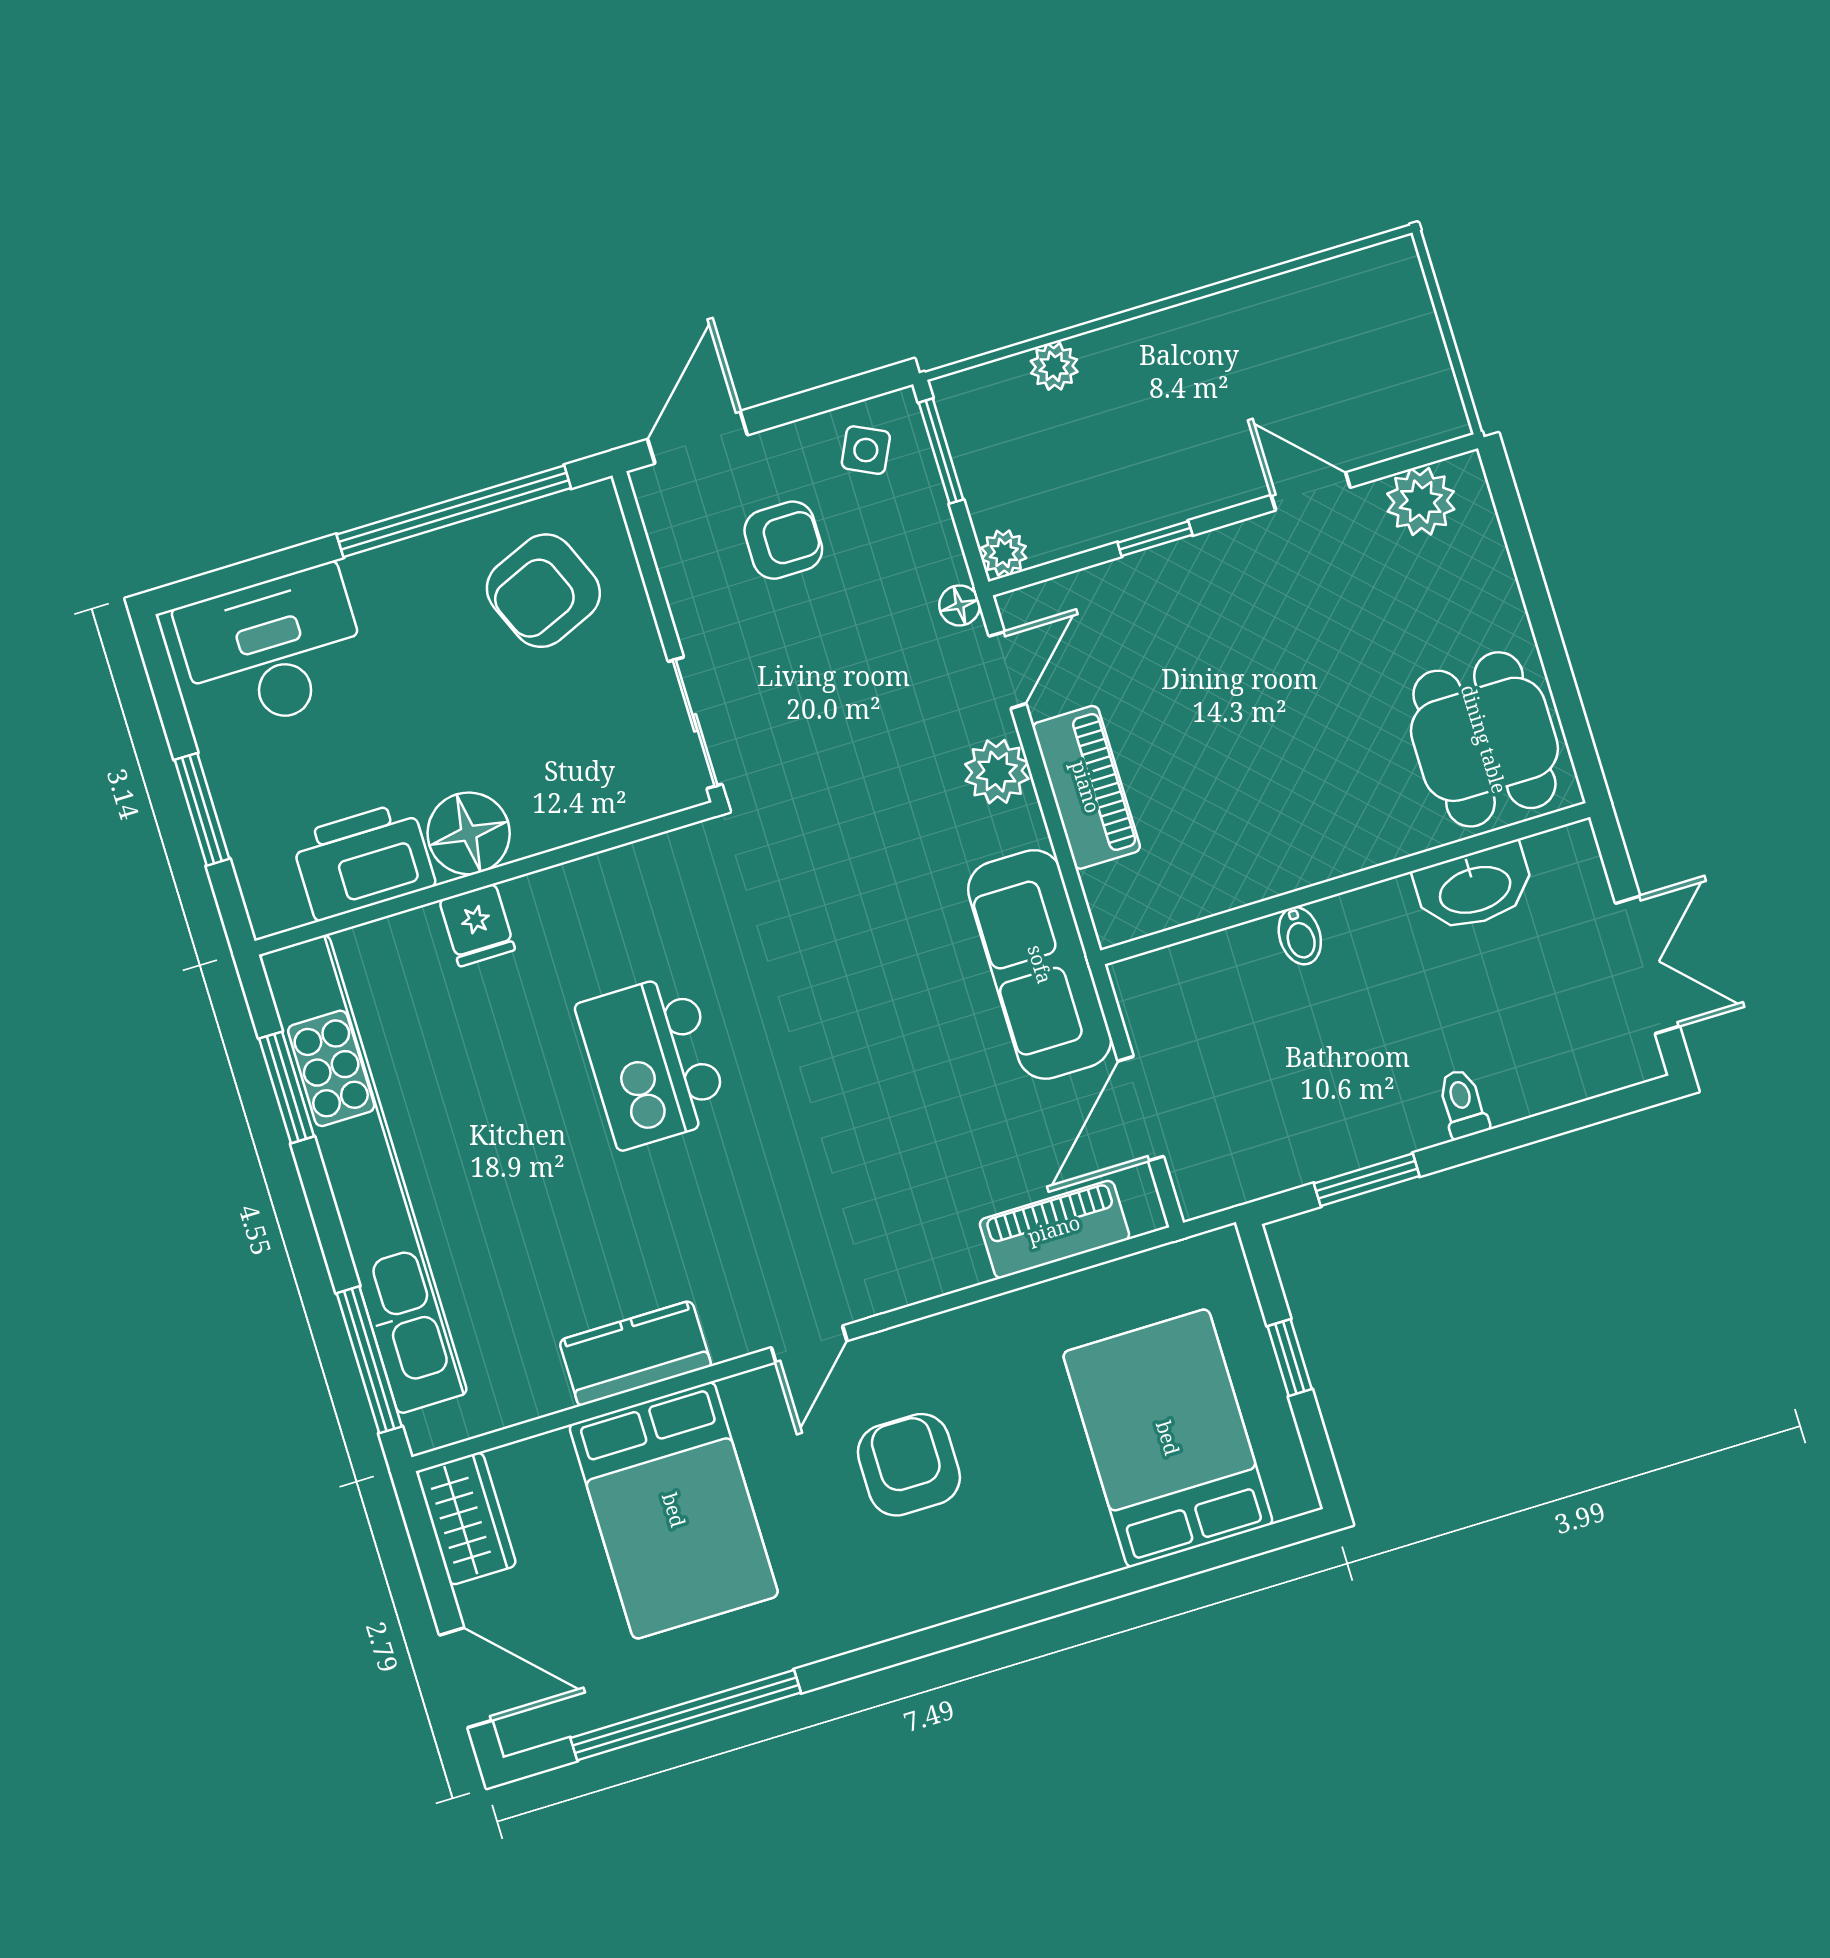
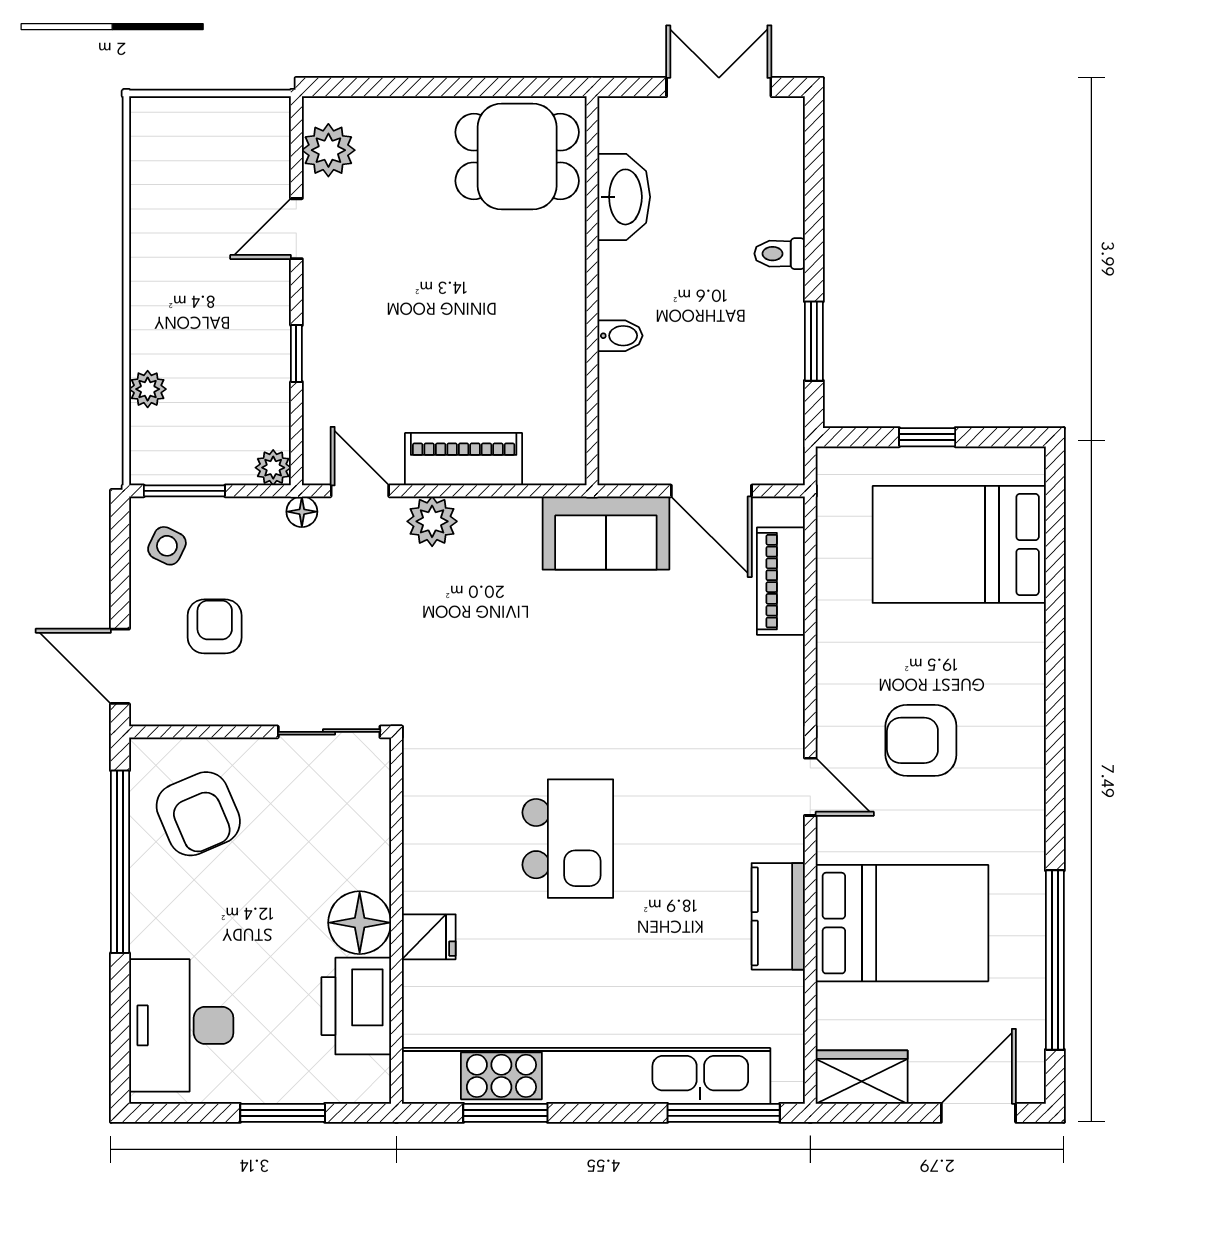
sofa: (1040, 964) -> (606, 533), width x0.73
kitchen island: (652, 1061) -> (568, 839), turned -90

